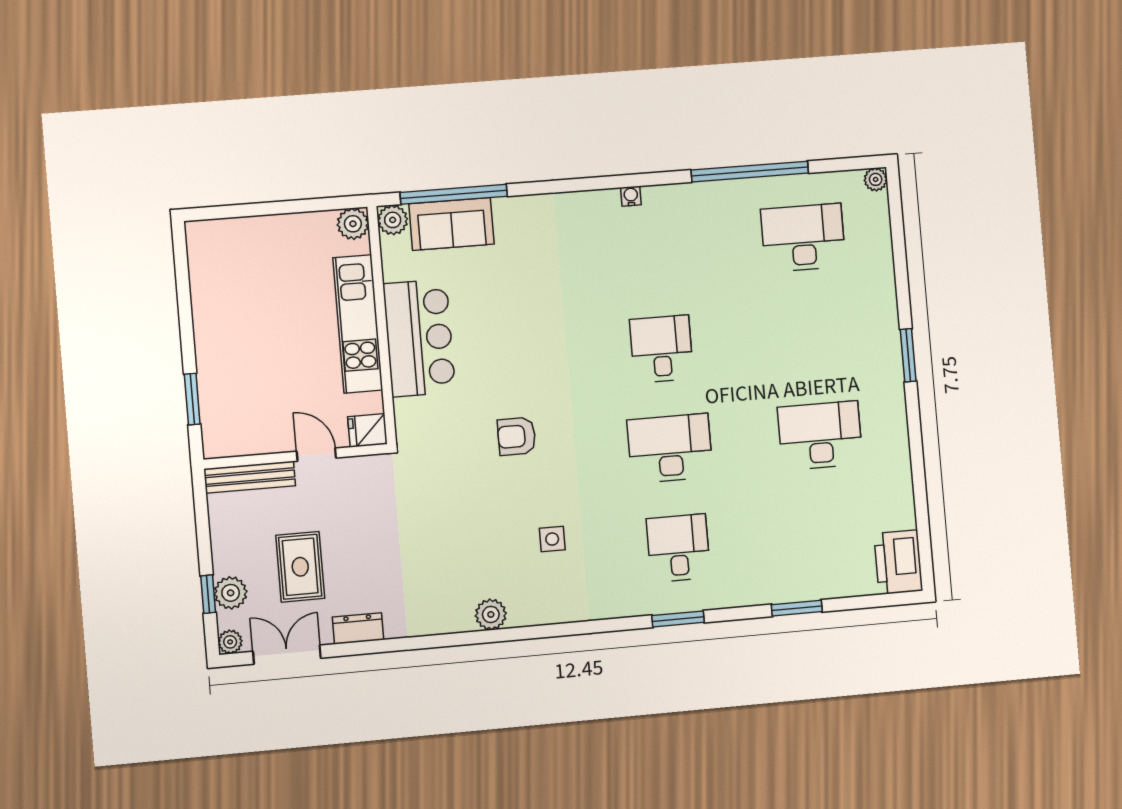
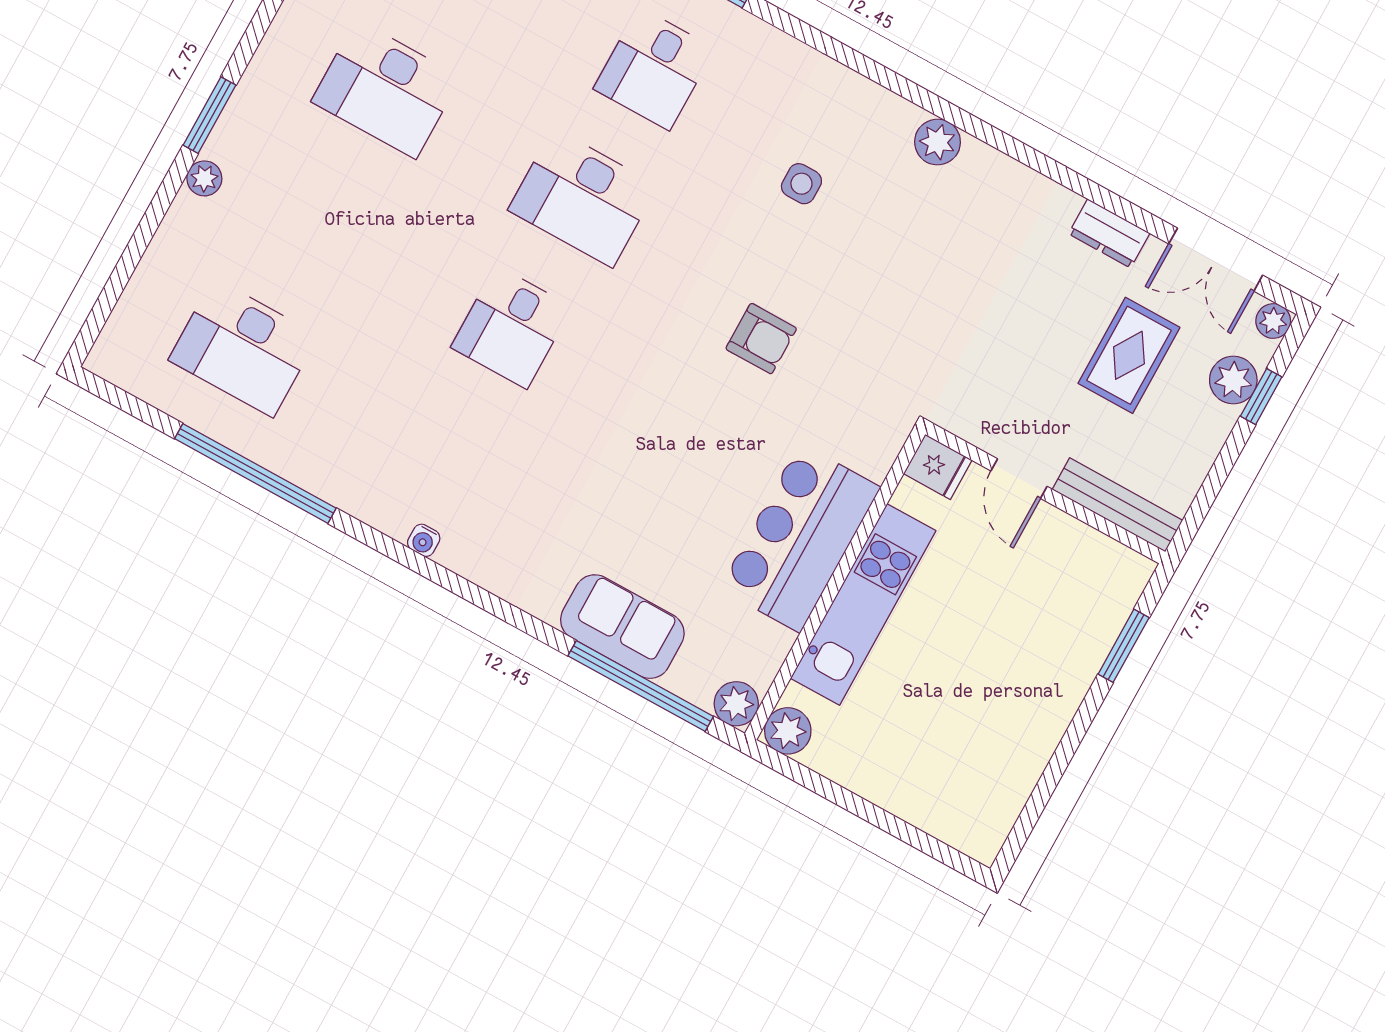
plant: (876, 179) -> (204, 178), moved
sofa: (452, 224) -> (622, 627), moved

